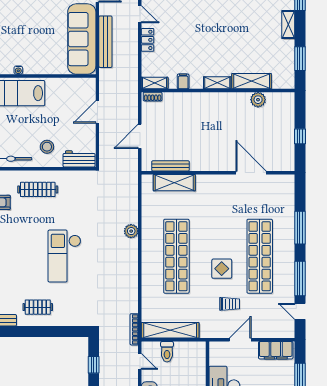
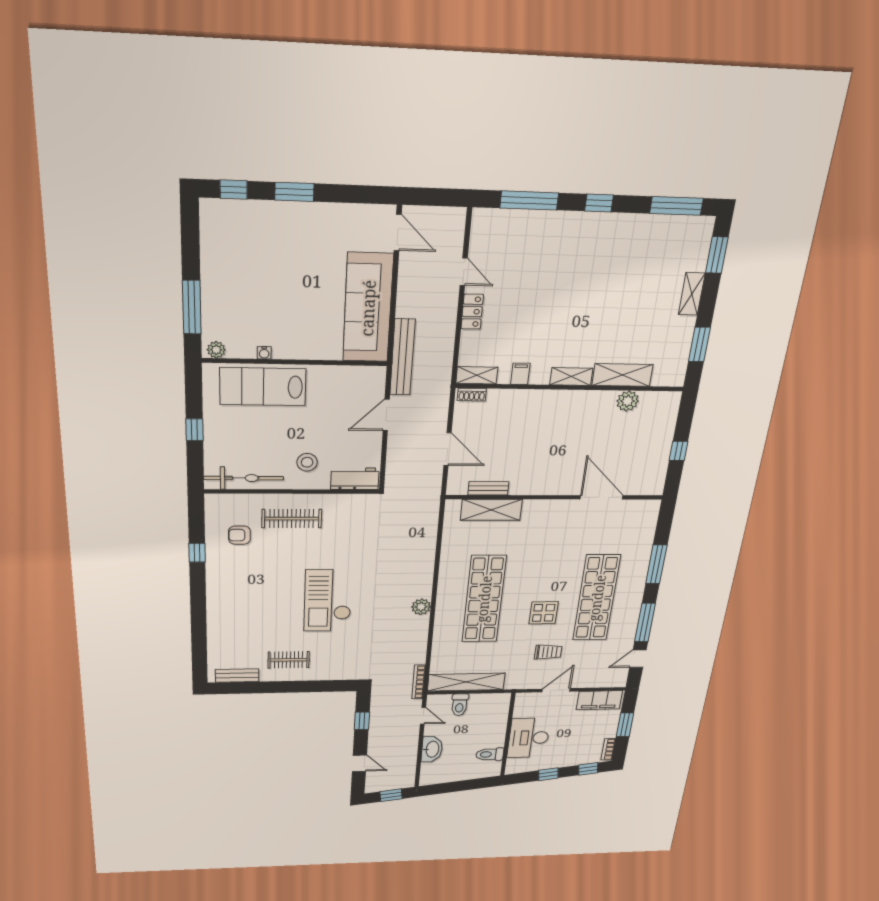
bench: (105, 42) -> (402, 357), moved
door: (140, 136) -> (447, 449), swing flipped
bench: (170, 166) -> (488, 488), width x0.73
plant: (131, 231) -> (421, 607), moved
door: (300, 311) -> (638, 659), hinge flipped

